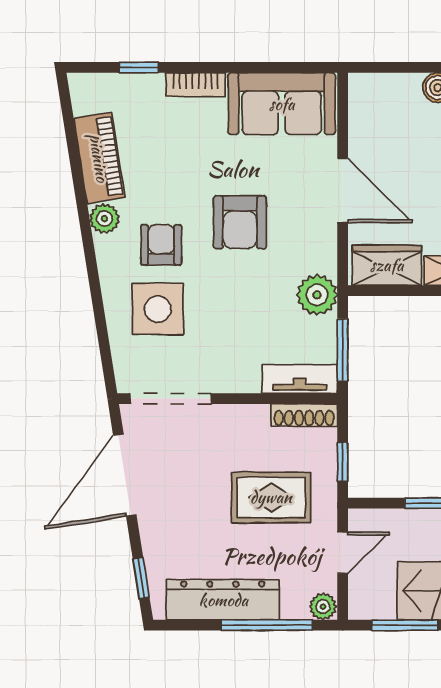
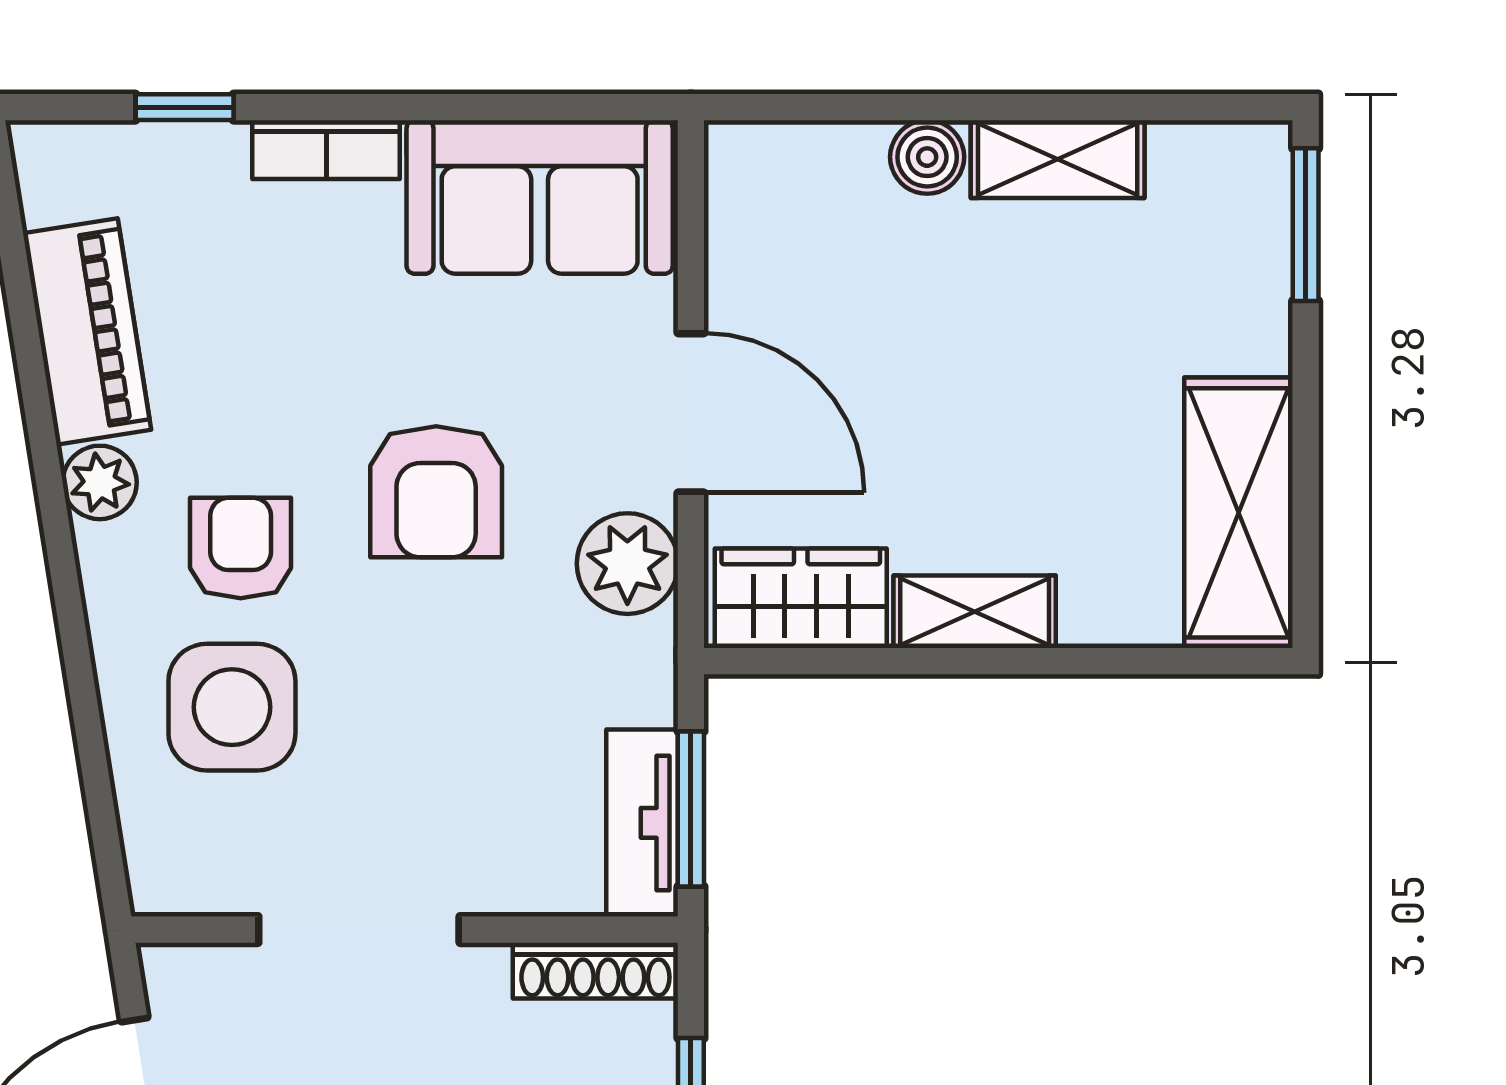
plant: (317, 295) -> (627, 564), moved
tv unit: (300, 379) -> (642, 823), moved, turned -90
doorway: (171, 399) -> (359, 930), moved

